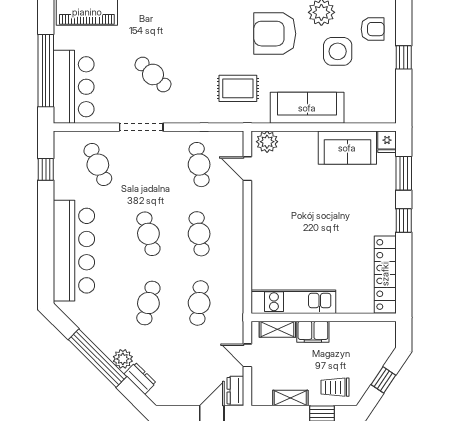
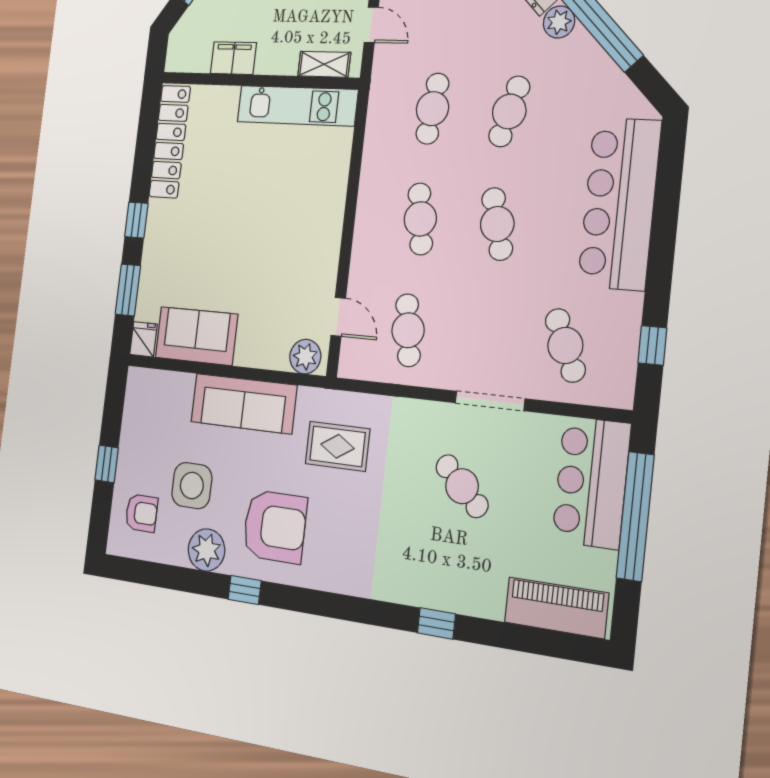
armchair: (373, 29) -> (141, 513), turned 180
filing cabinet: (313, 332) -> (233, 58), moved

